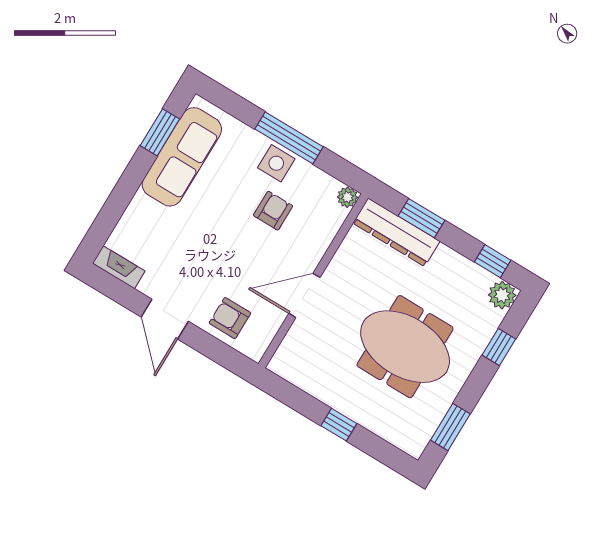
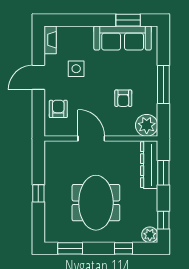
side table: (276, 163) -> (76, 69), moved
plant: (347, 197) -> (147, 125), width x1.88, depth x1.88
armchair: (273, 211) -> (123, 98), turned 90

